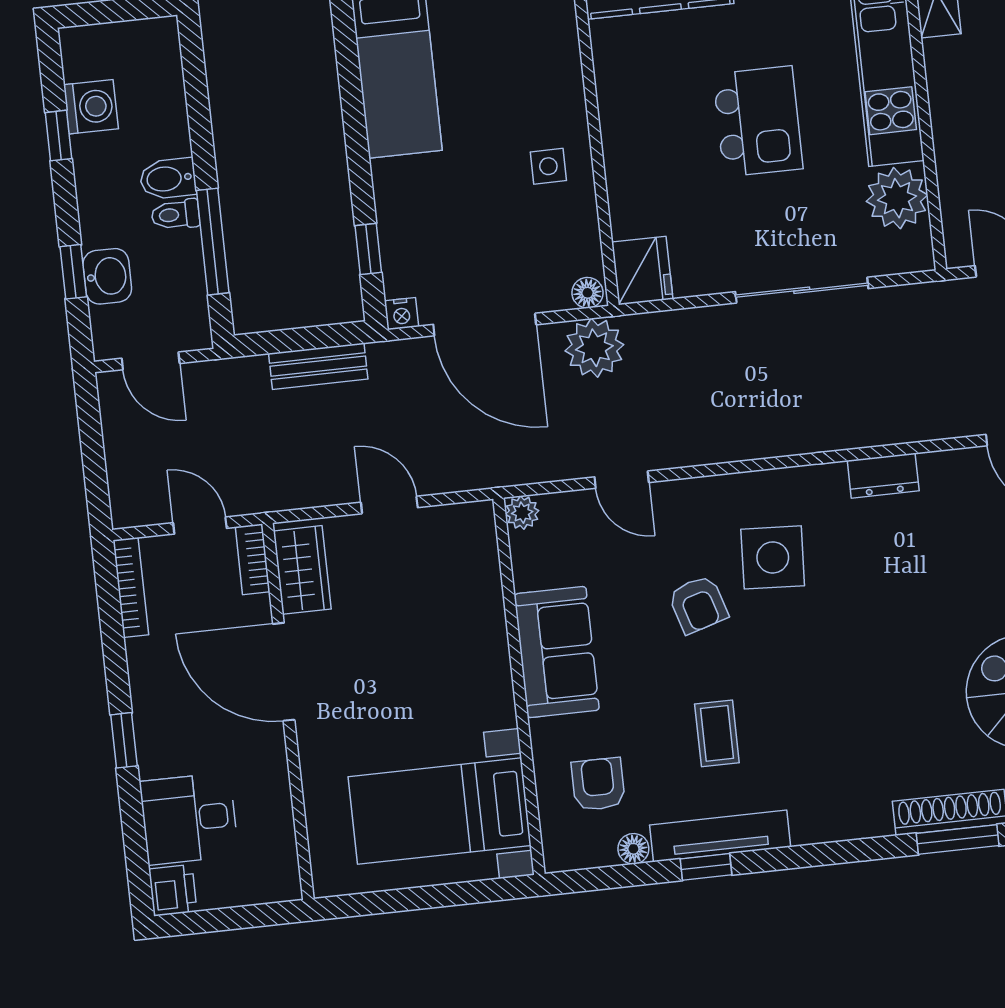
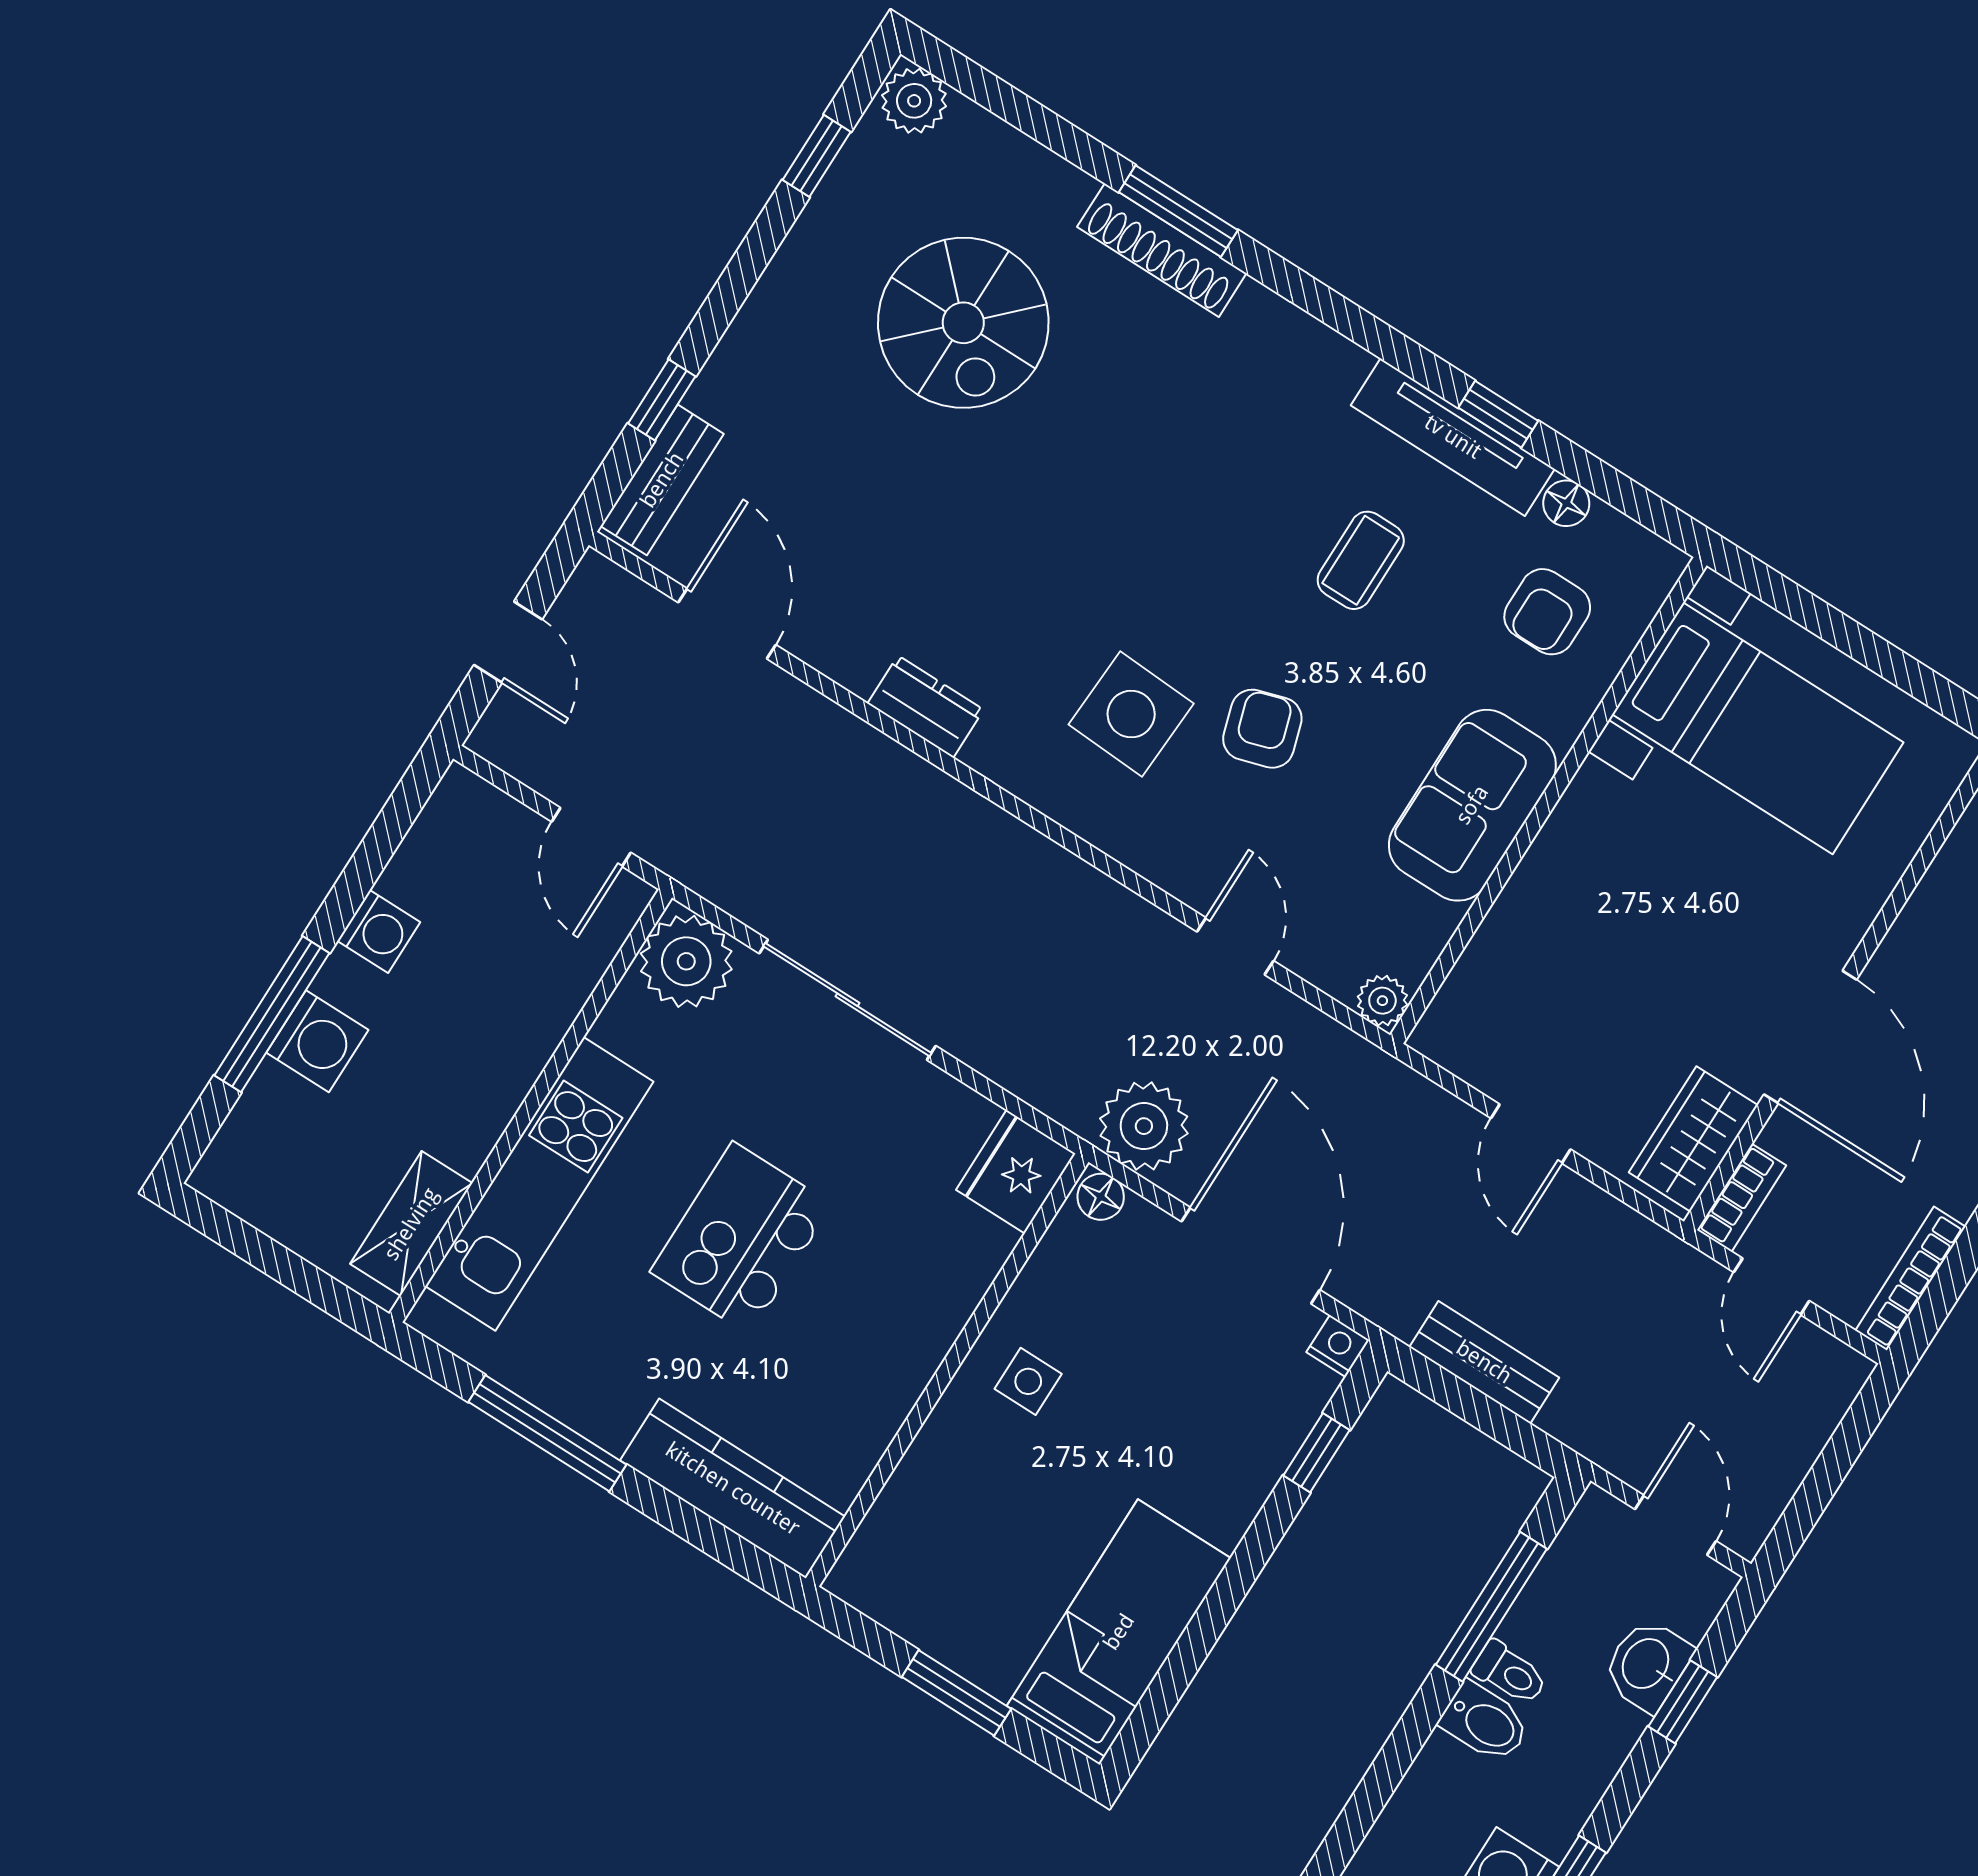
plant: (897, 198) -> (686, 961), moved

